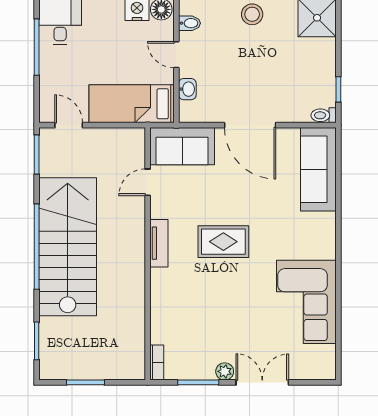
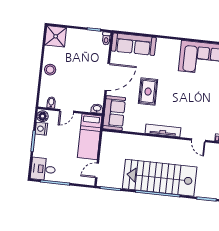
washbasin: (187, 89) -> (97, 109), moved
door: (148, 182) -> (198, 140), moved
rug: (223, 242) -> (148, 92), moved
tv unit: (159, 243) -> (163, 131), width x1.41

